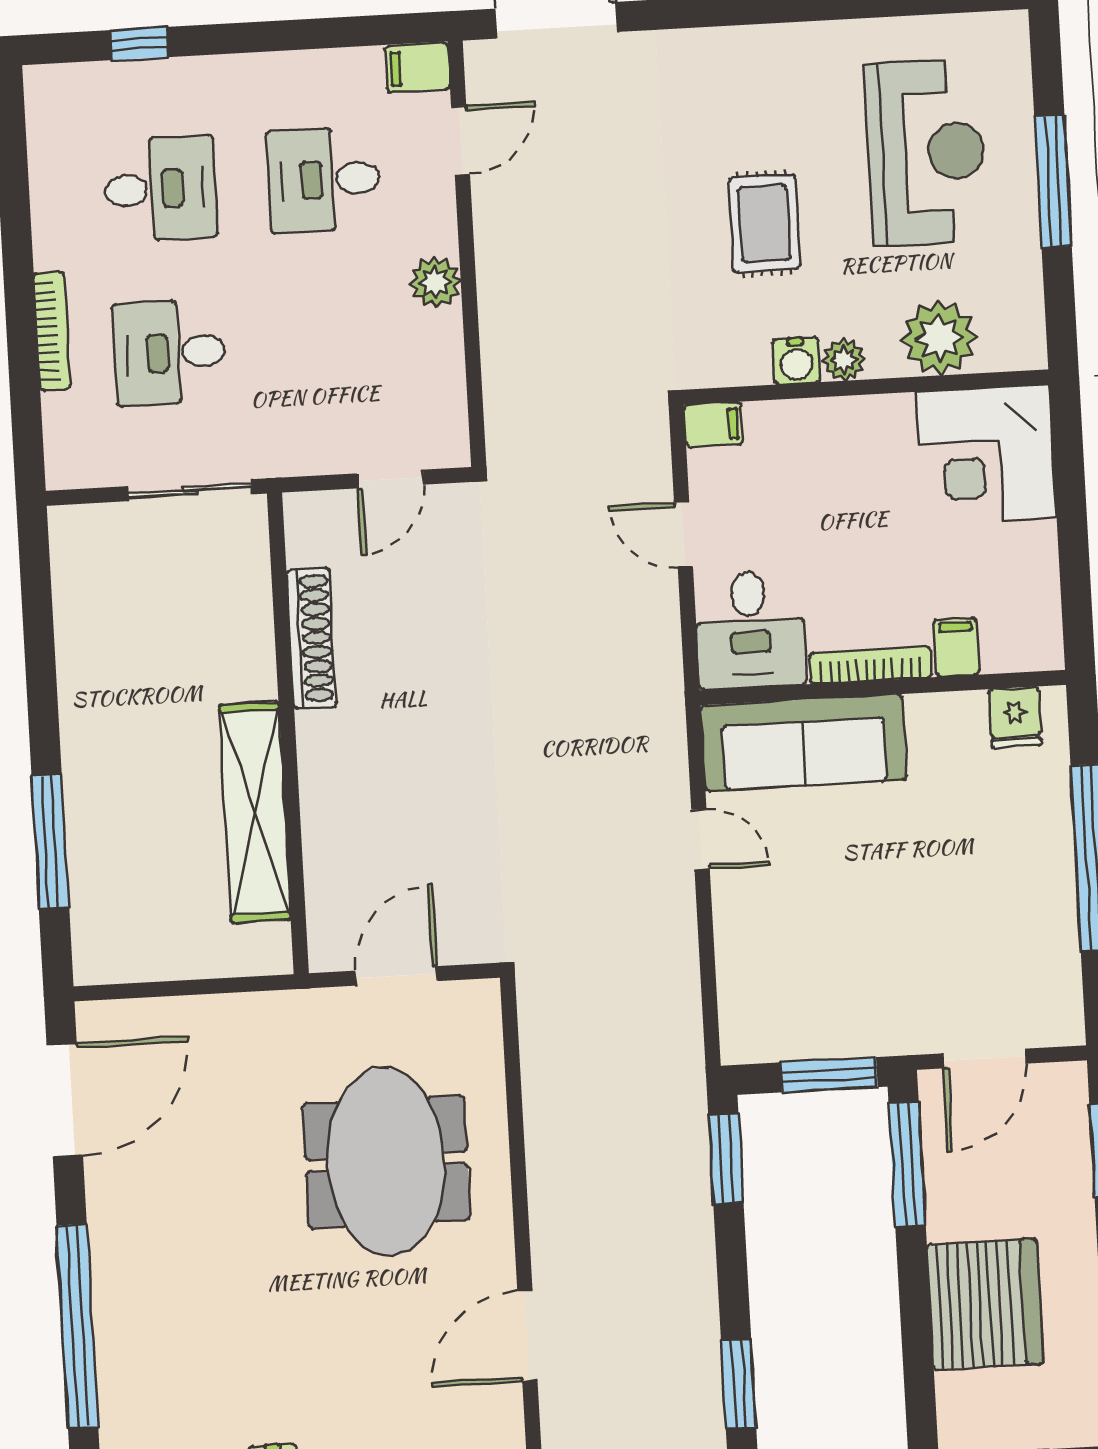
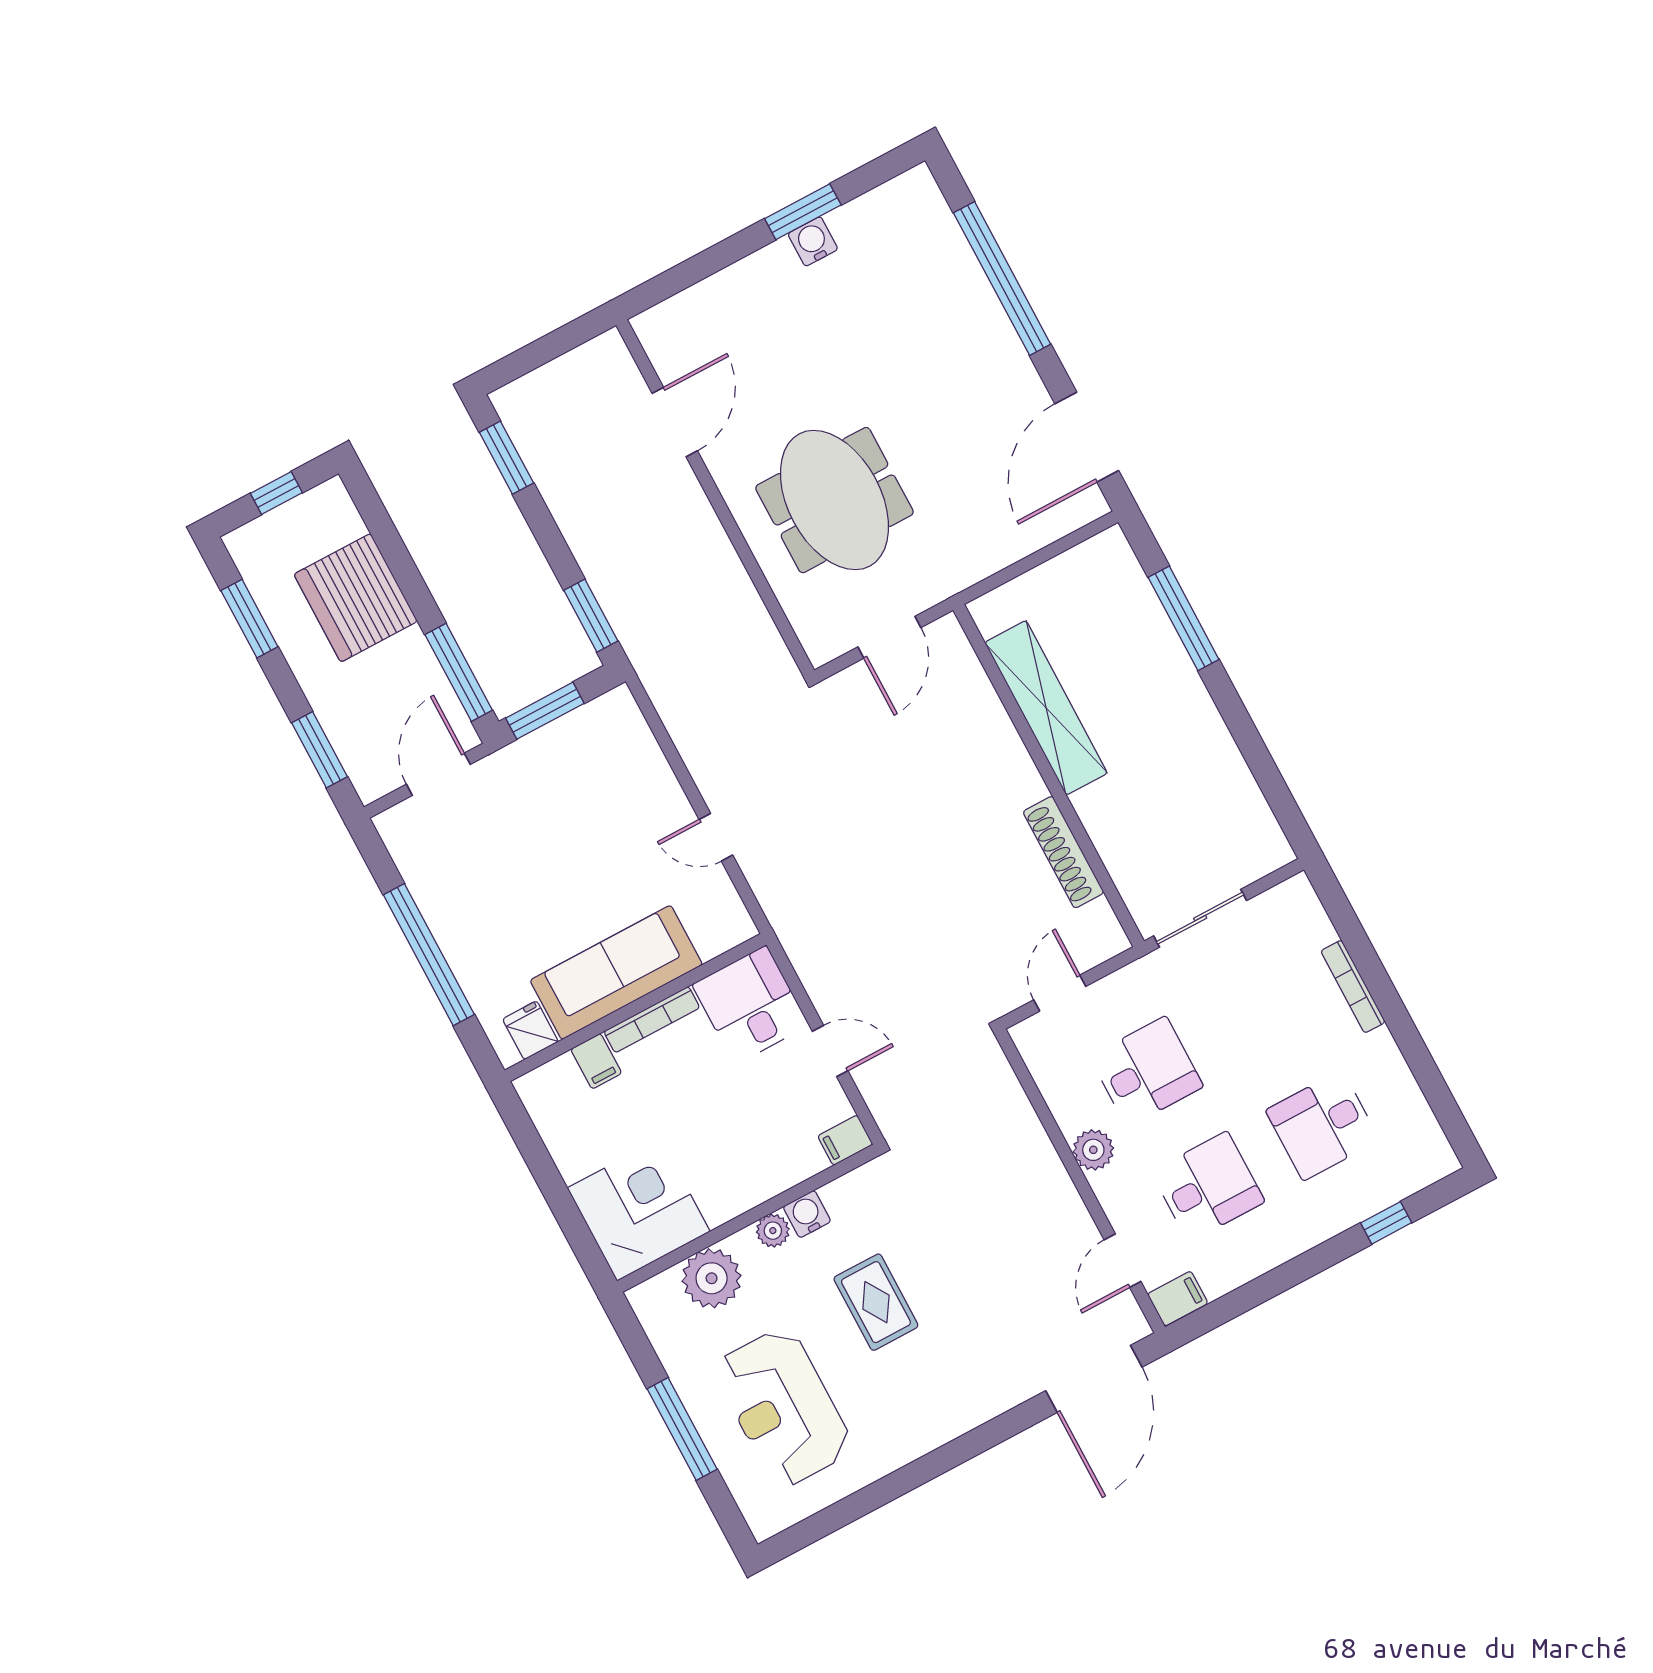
desk: (169, 353) -> (1146, 1071), moved
sofa: (804, 742) -> (616, 972), moved

